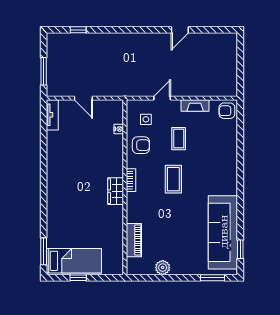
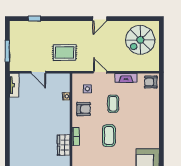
door: (180, 30) -> (100, 19), moved
spiral stairs: (213, 57) -> (140, 40), added
rug: (117, 73) -> (64, 53), added
door: (162, 98) -> (100, 72), hinge flipped

